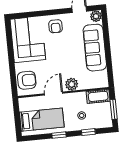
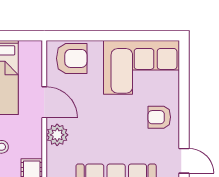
armchair: (27, 80) -> (72, 58), turned -90

